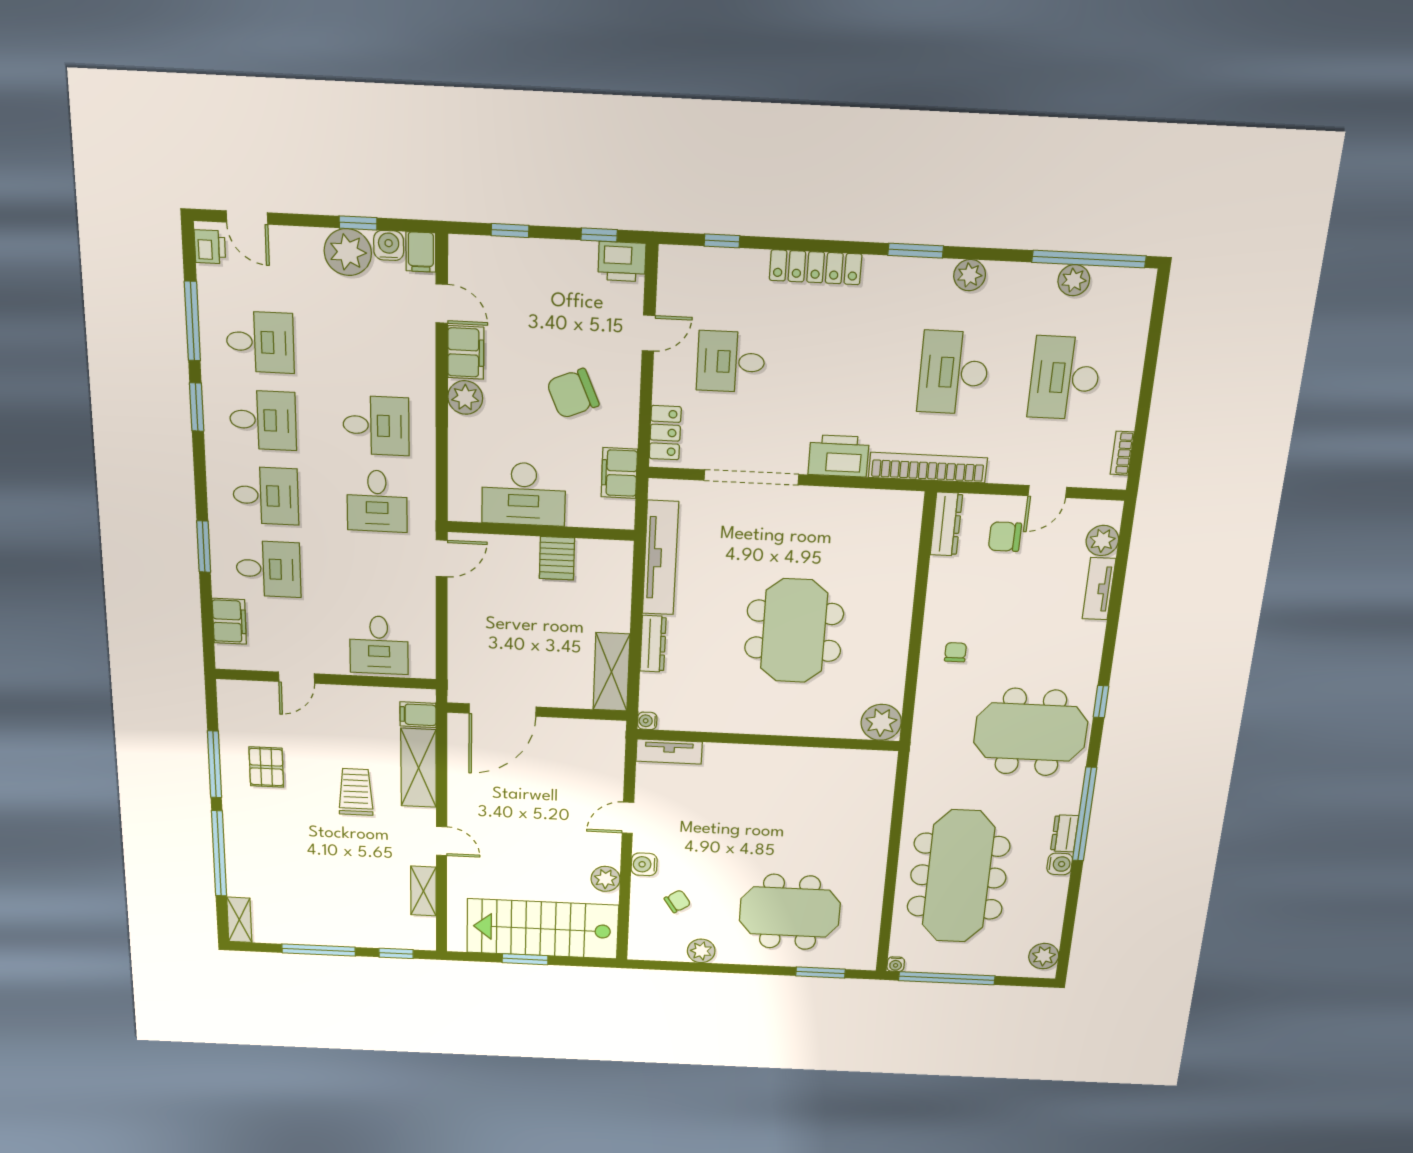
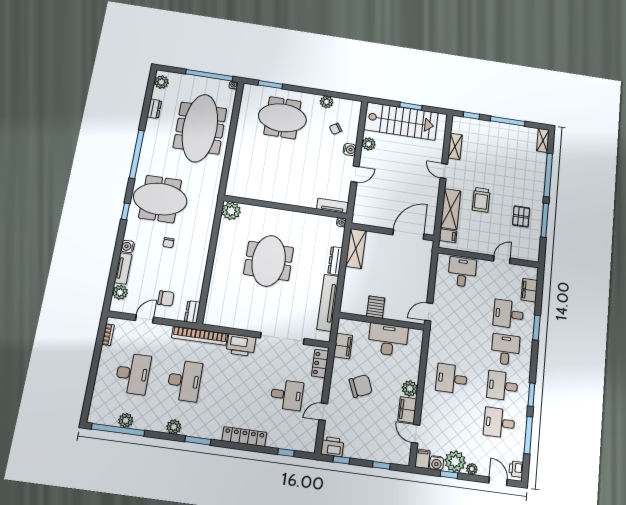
plant: (309, 239) -> (472, 469), added
desk: (266, 496) -> (505, 350), turned 90
desk: (377, 501) -> (455, 342), removed
dresser: (946, 524) -> (192, 312), width x0.70
chair: (955, 652) -> (168, 243), moved
dresser: (1065, 833) -> (154, 109), moved
water cooler: (1060, 864) -> (128, 246), moved

